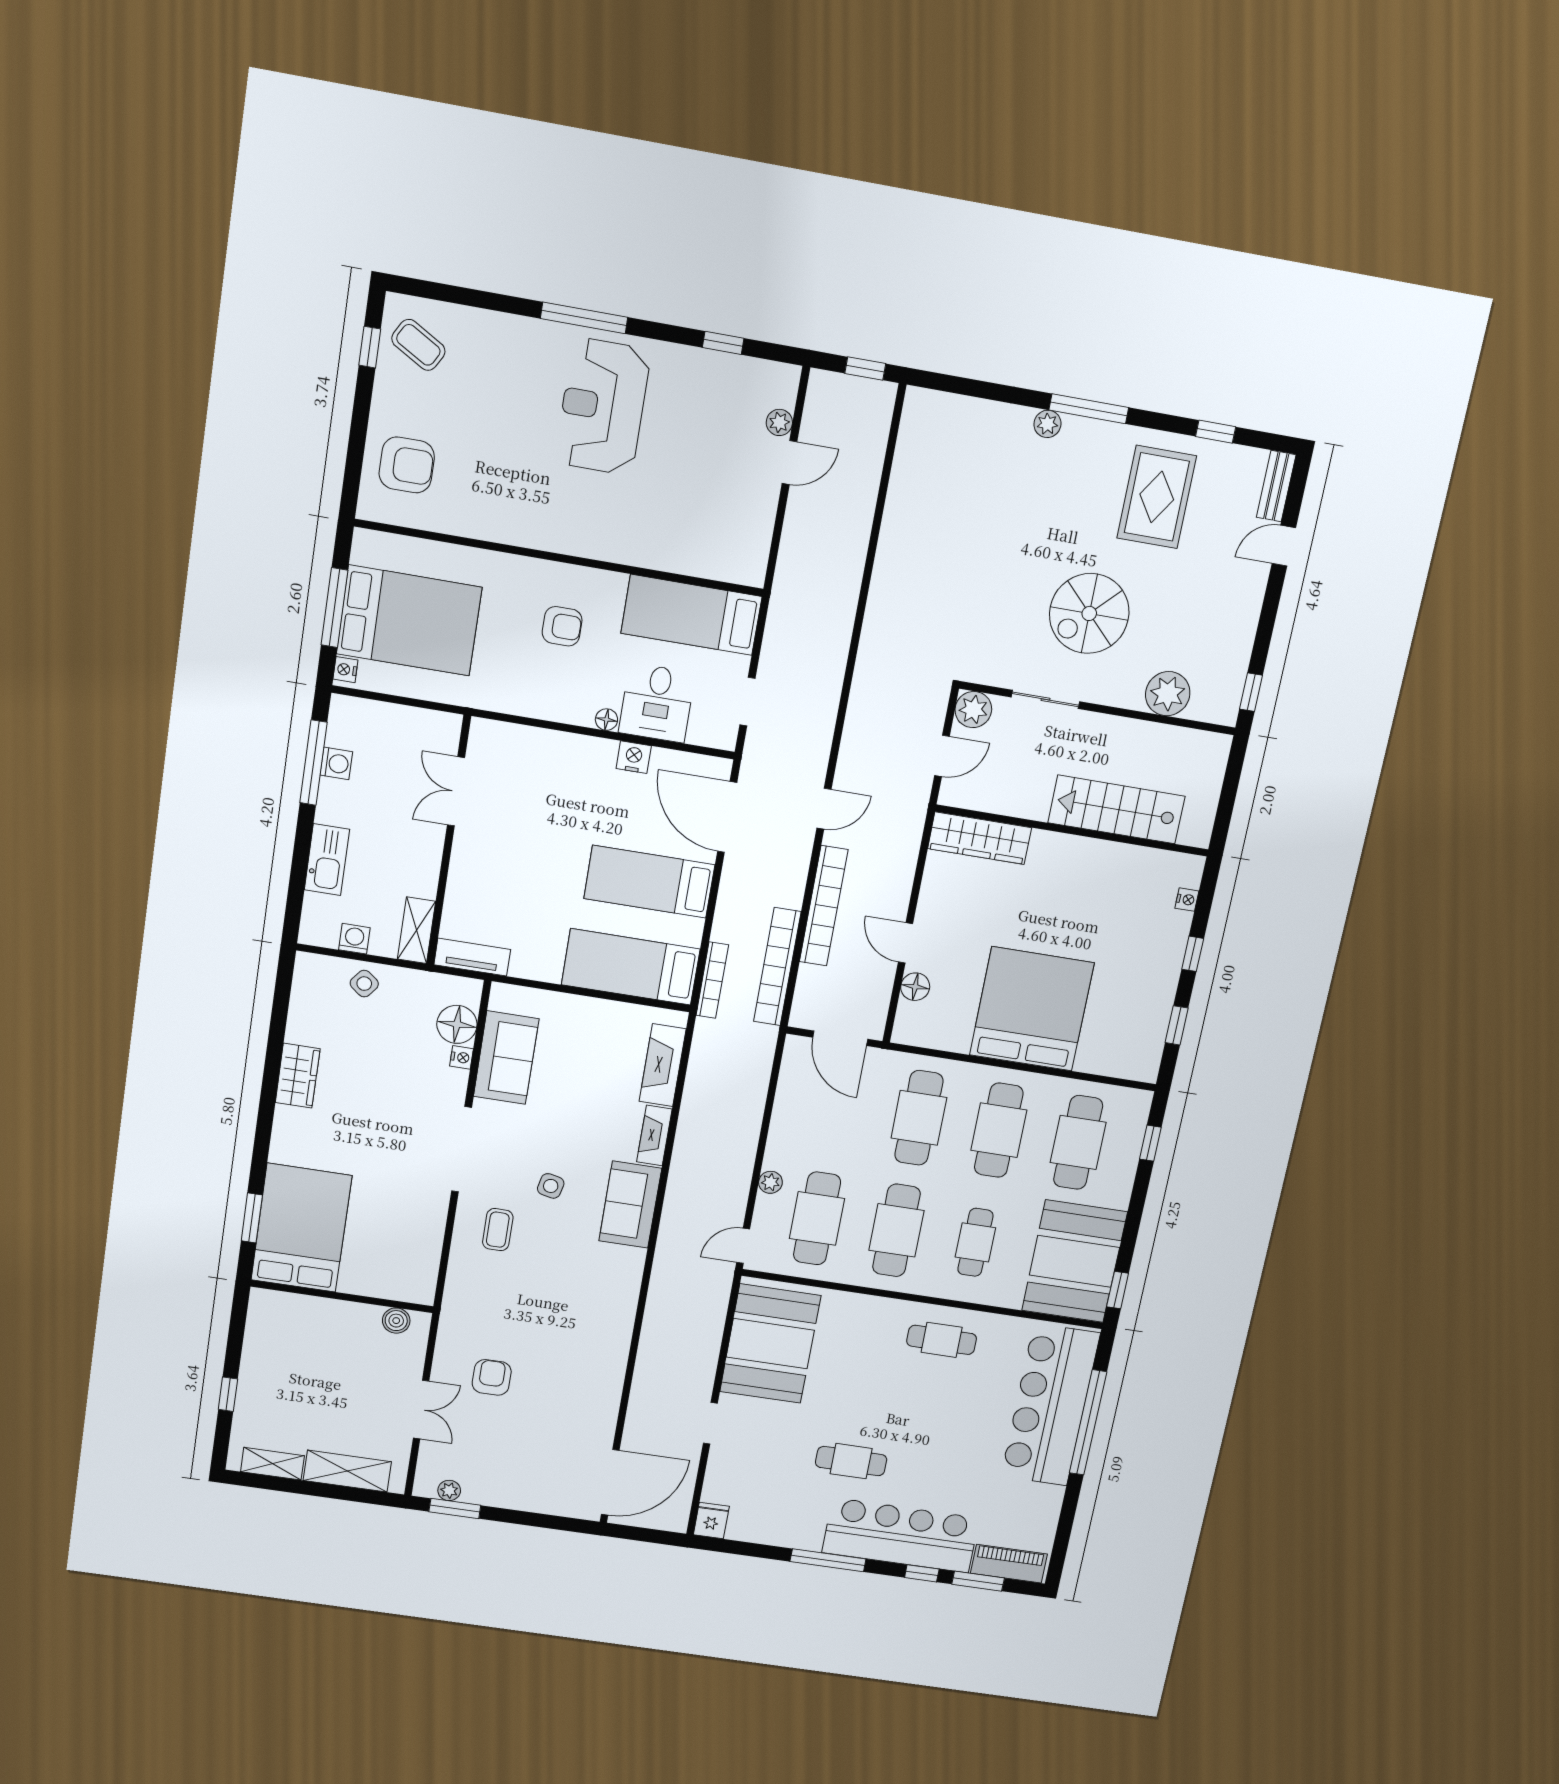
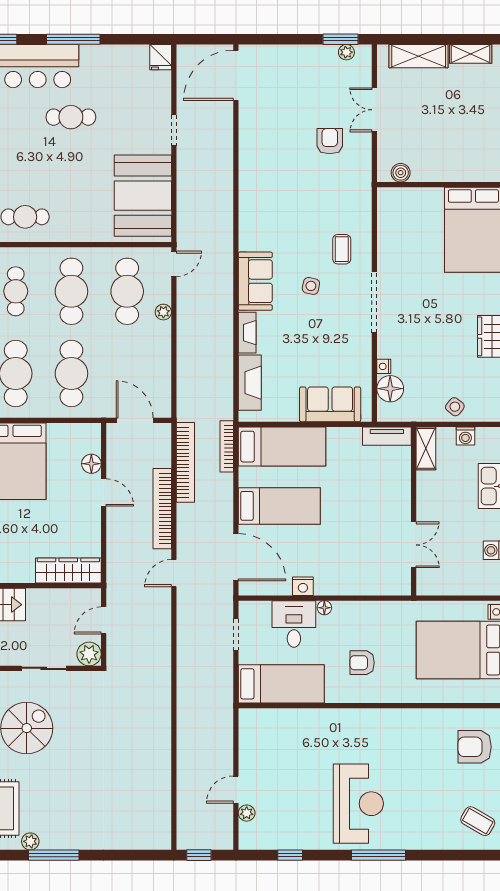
plant: (1047, 424) -> (30, 841), moved
sofa: (506, 1058) -> (330, 404), moved, turned 90
armchair: (492, 1377) -> (330, 141), turned 180

